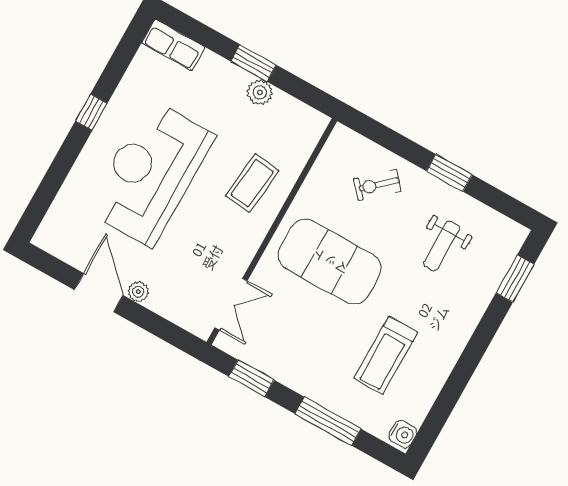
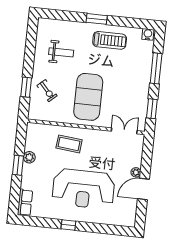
window: (449, 173) -> (26, 87), moved
window: (515, 279) -> (97, 19), moved
treadmill: (386, 355) -> (110, 40), moved

